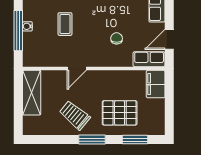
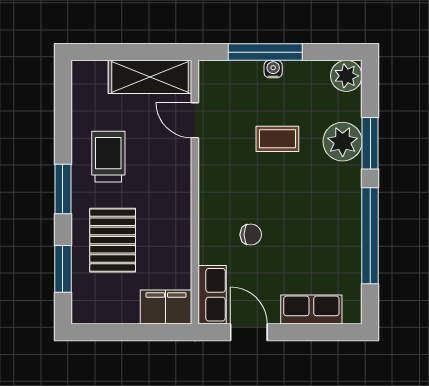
door: (77, 68) -> (195, 120), moved
trolley: (75, 115) -> (108, 157), turned -40

